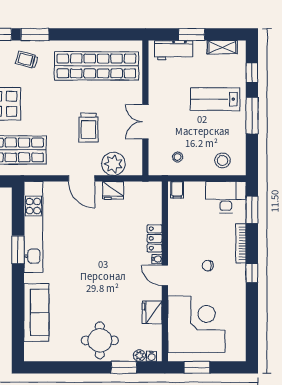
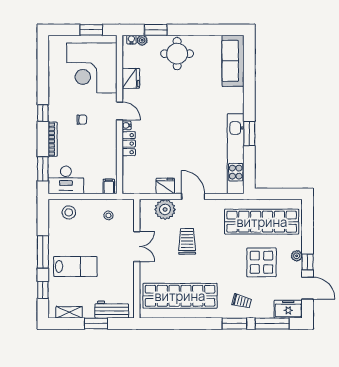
sofa: (36, 313) -> (233, 61), moved

